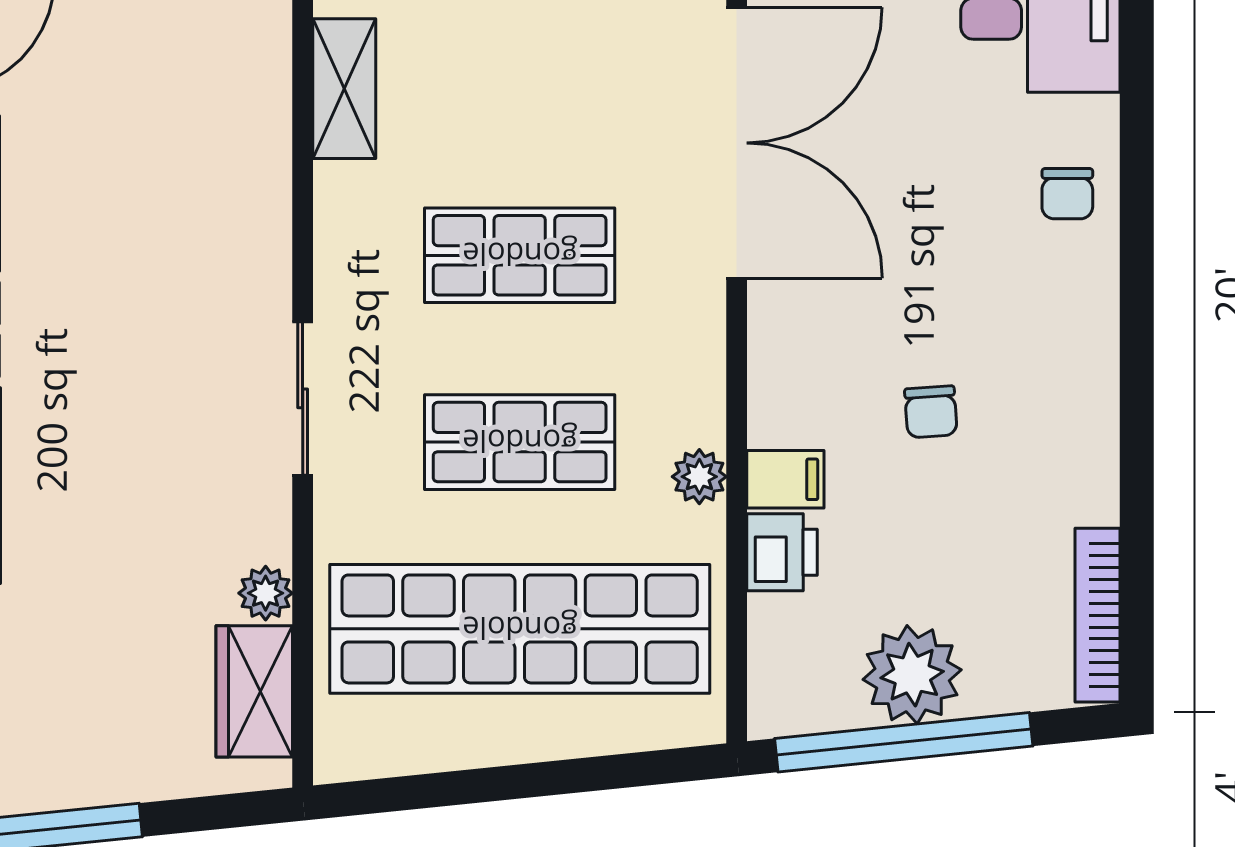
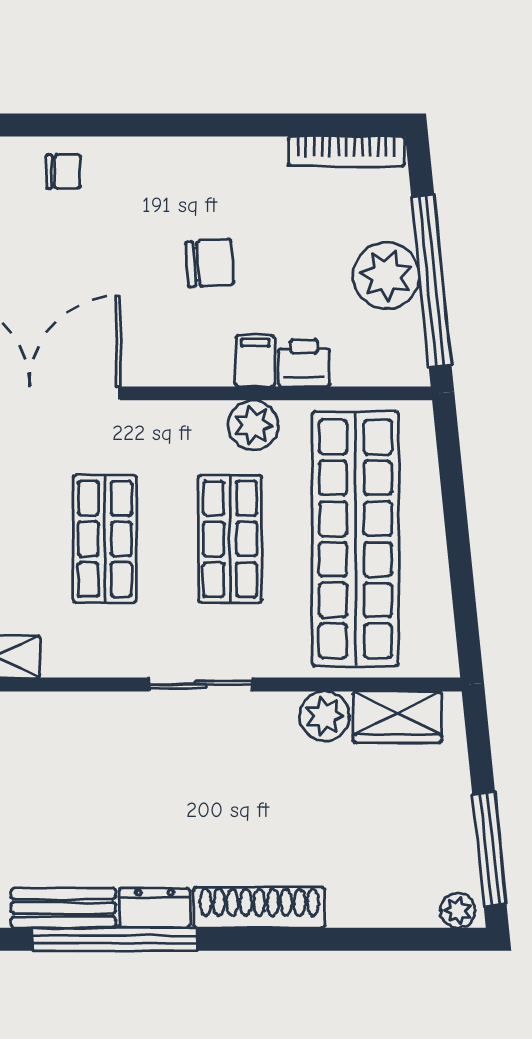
chair: (931, 412) -> (210, 263), width x1.37, depth x1.37
plant: (699, 477) -> (253, 425), width x1.38, depth x1.38
plant: (266, 593) -> (325, 716), width x1.38, depth x1.38

